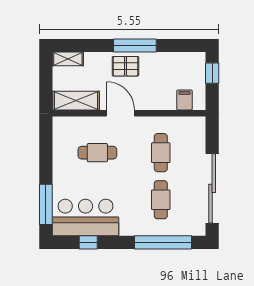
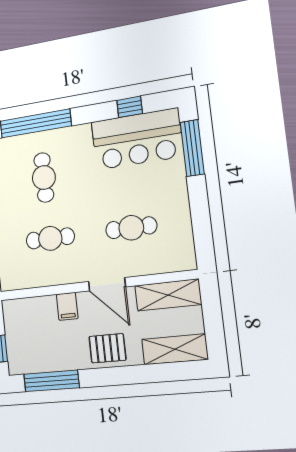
window: (135, 45) -> (51, 381), moved
shelving: (68, 59) -> (175, 349), width x1.50, depth x1.33
filing cabinet: (185, 100) -> (67, 306), moved
cafe table: (161, 153) -> (50, 238), turned 90

